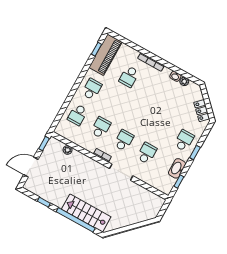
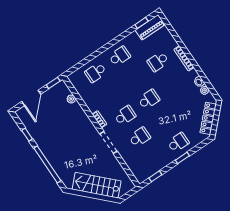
piano: (106, 55) -> (150, 27), width x0.73, depth x0.75
locker: (202, 111) -> (208, 118), width x1.53
school desk: (101, 128) -> (149, 99), moved
door: (31, 167) -> (31, 98), swing flipped
washbasin: (177, 168) -> (160, 164), removed
stairs: (86, 213) -> (97, 185), moved, turned -45

